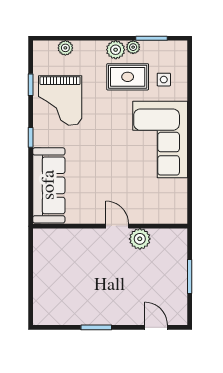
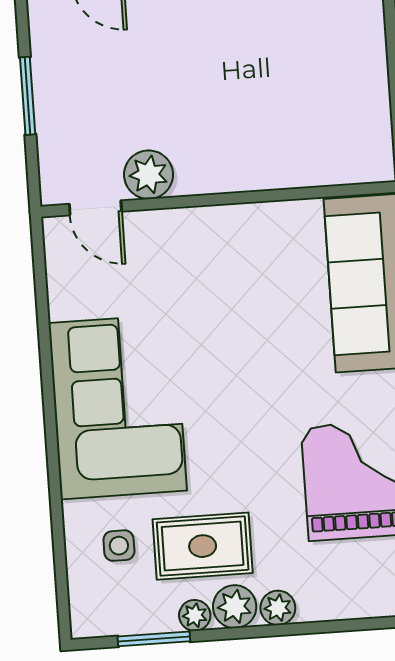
plant: (65, 48) -> (278, 608), moved
door: (117, 226) -> (95, 208), moved

